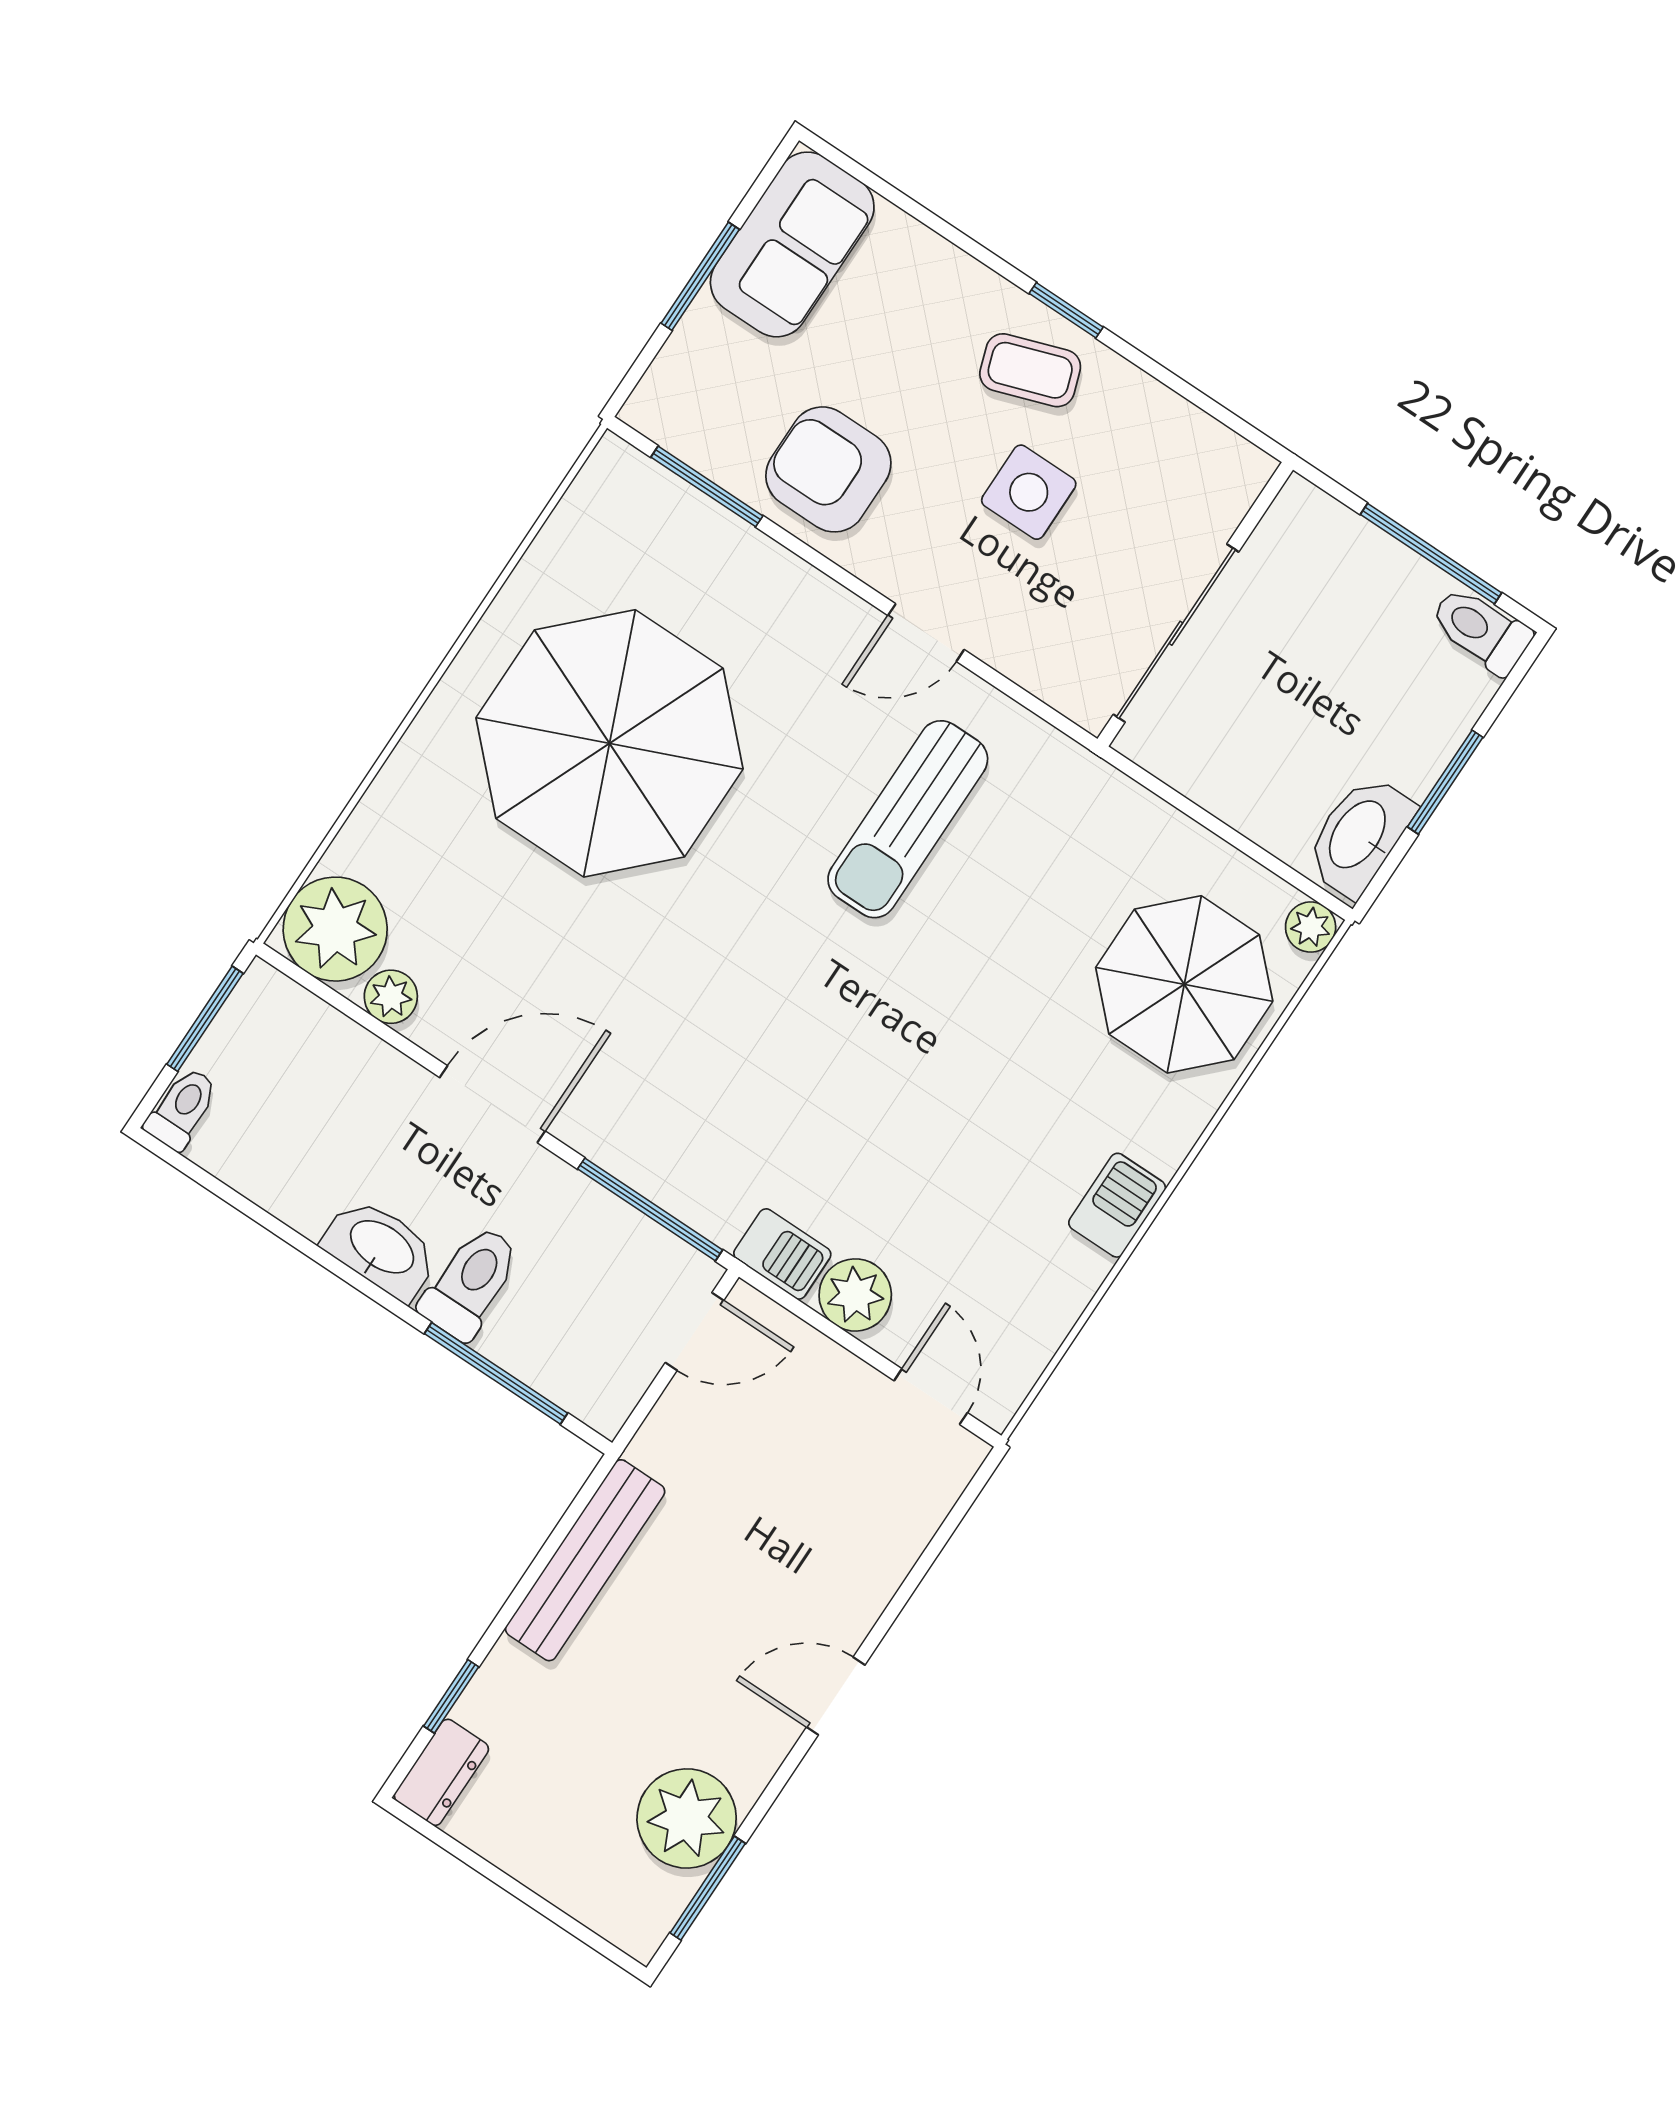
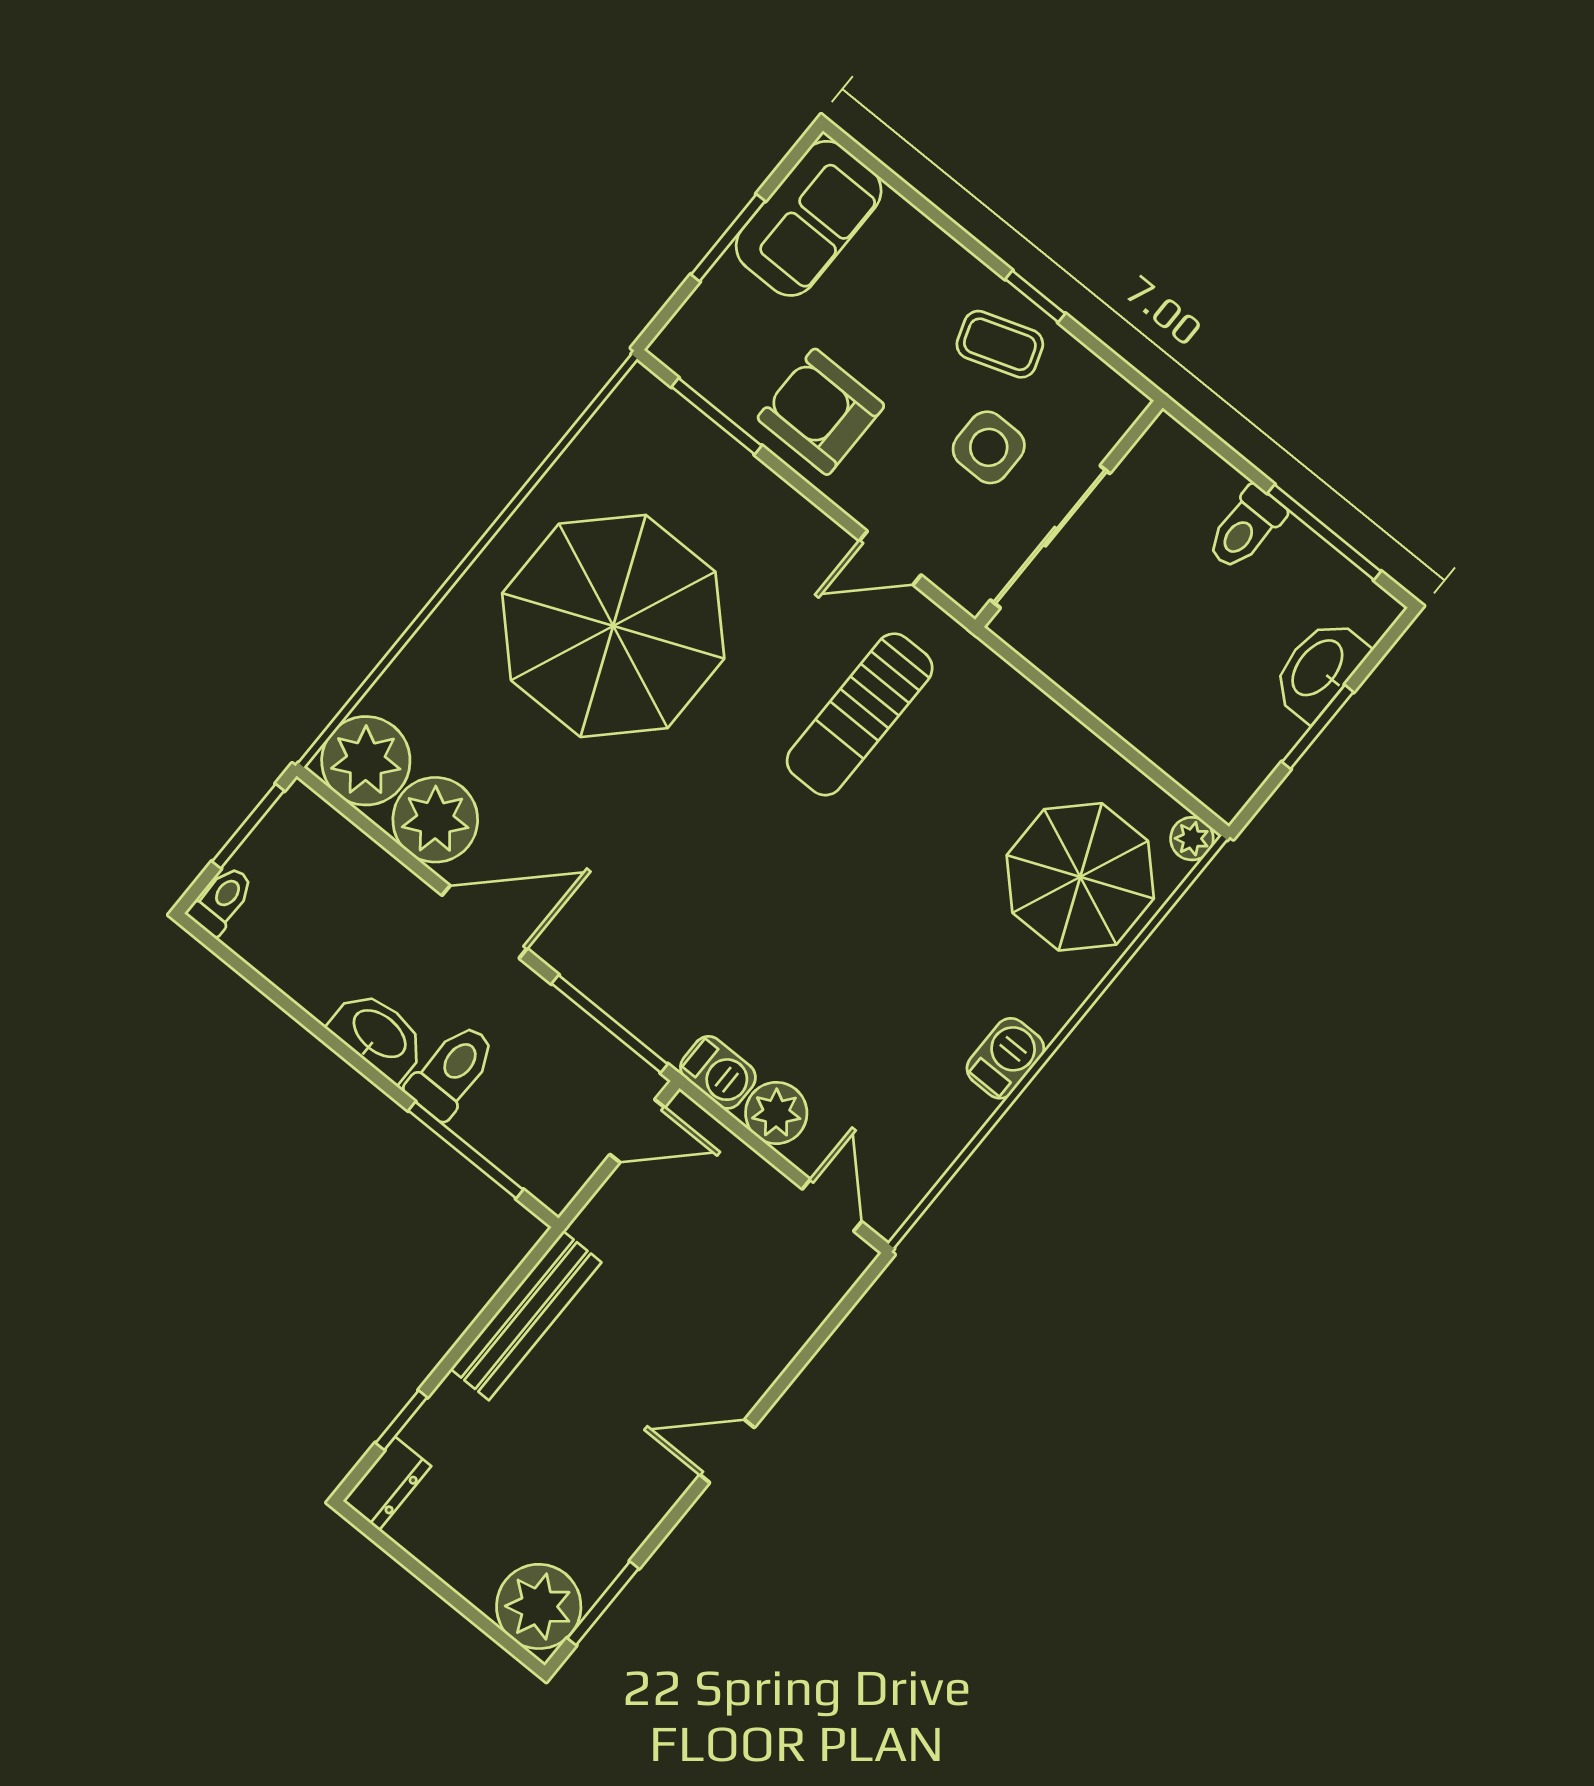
wall: (1195, 604) -> (1069, 514), moved
toilet: (1481, 630) -> (1246, 528), moved, turned -90
sliding door: (1176, 633) -> (1050, 537), moved
washbasin: (1359, 835) -> (1319, 669), moved
plant: (391, 997) -> (435, 820), width x1.88, depth x1.88
plant: (687, 1818) -> (539, 1606), moved

